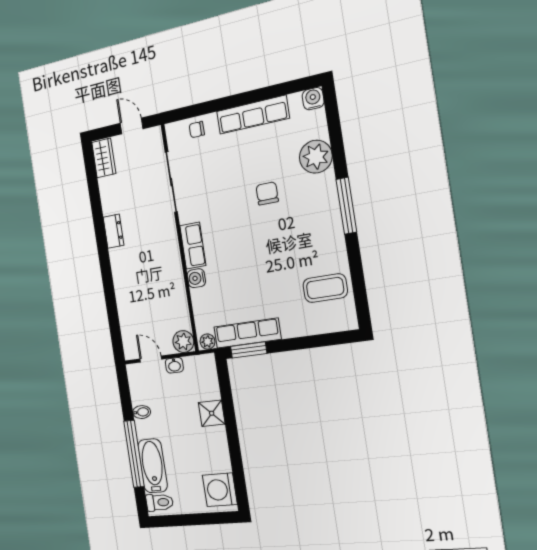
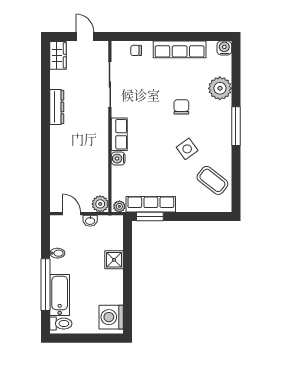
dresser: (113, 231) -> (57, 107), width x1.44
side table: (284, 250) -> (187, 149), added
coffee table: (325, 288) -> (212, 180), turned 38

